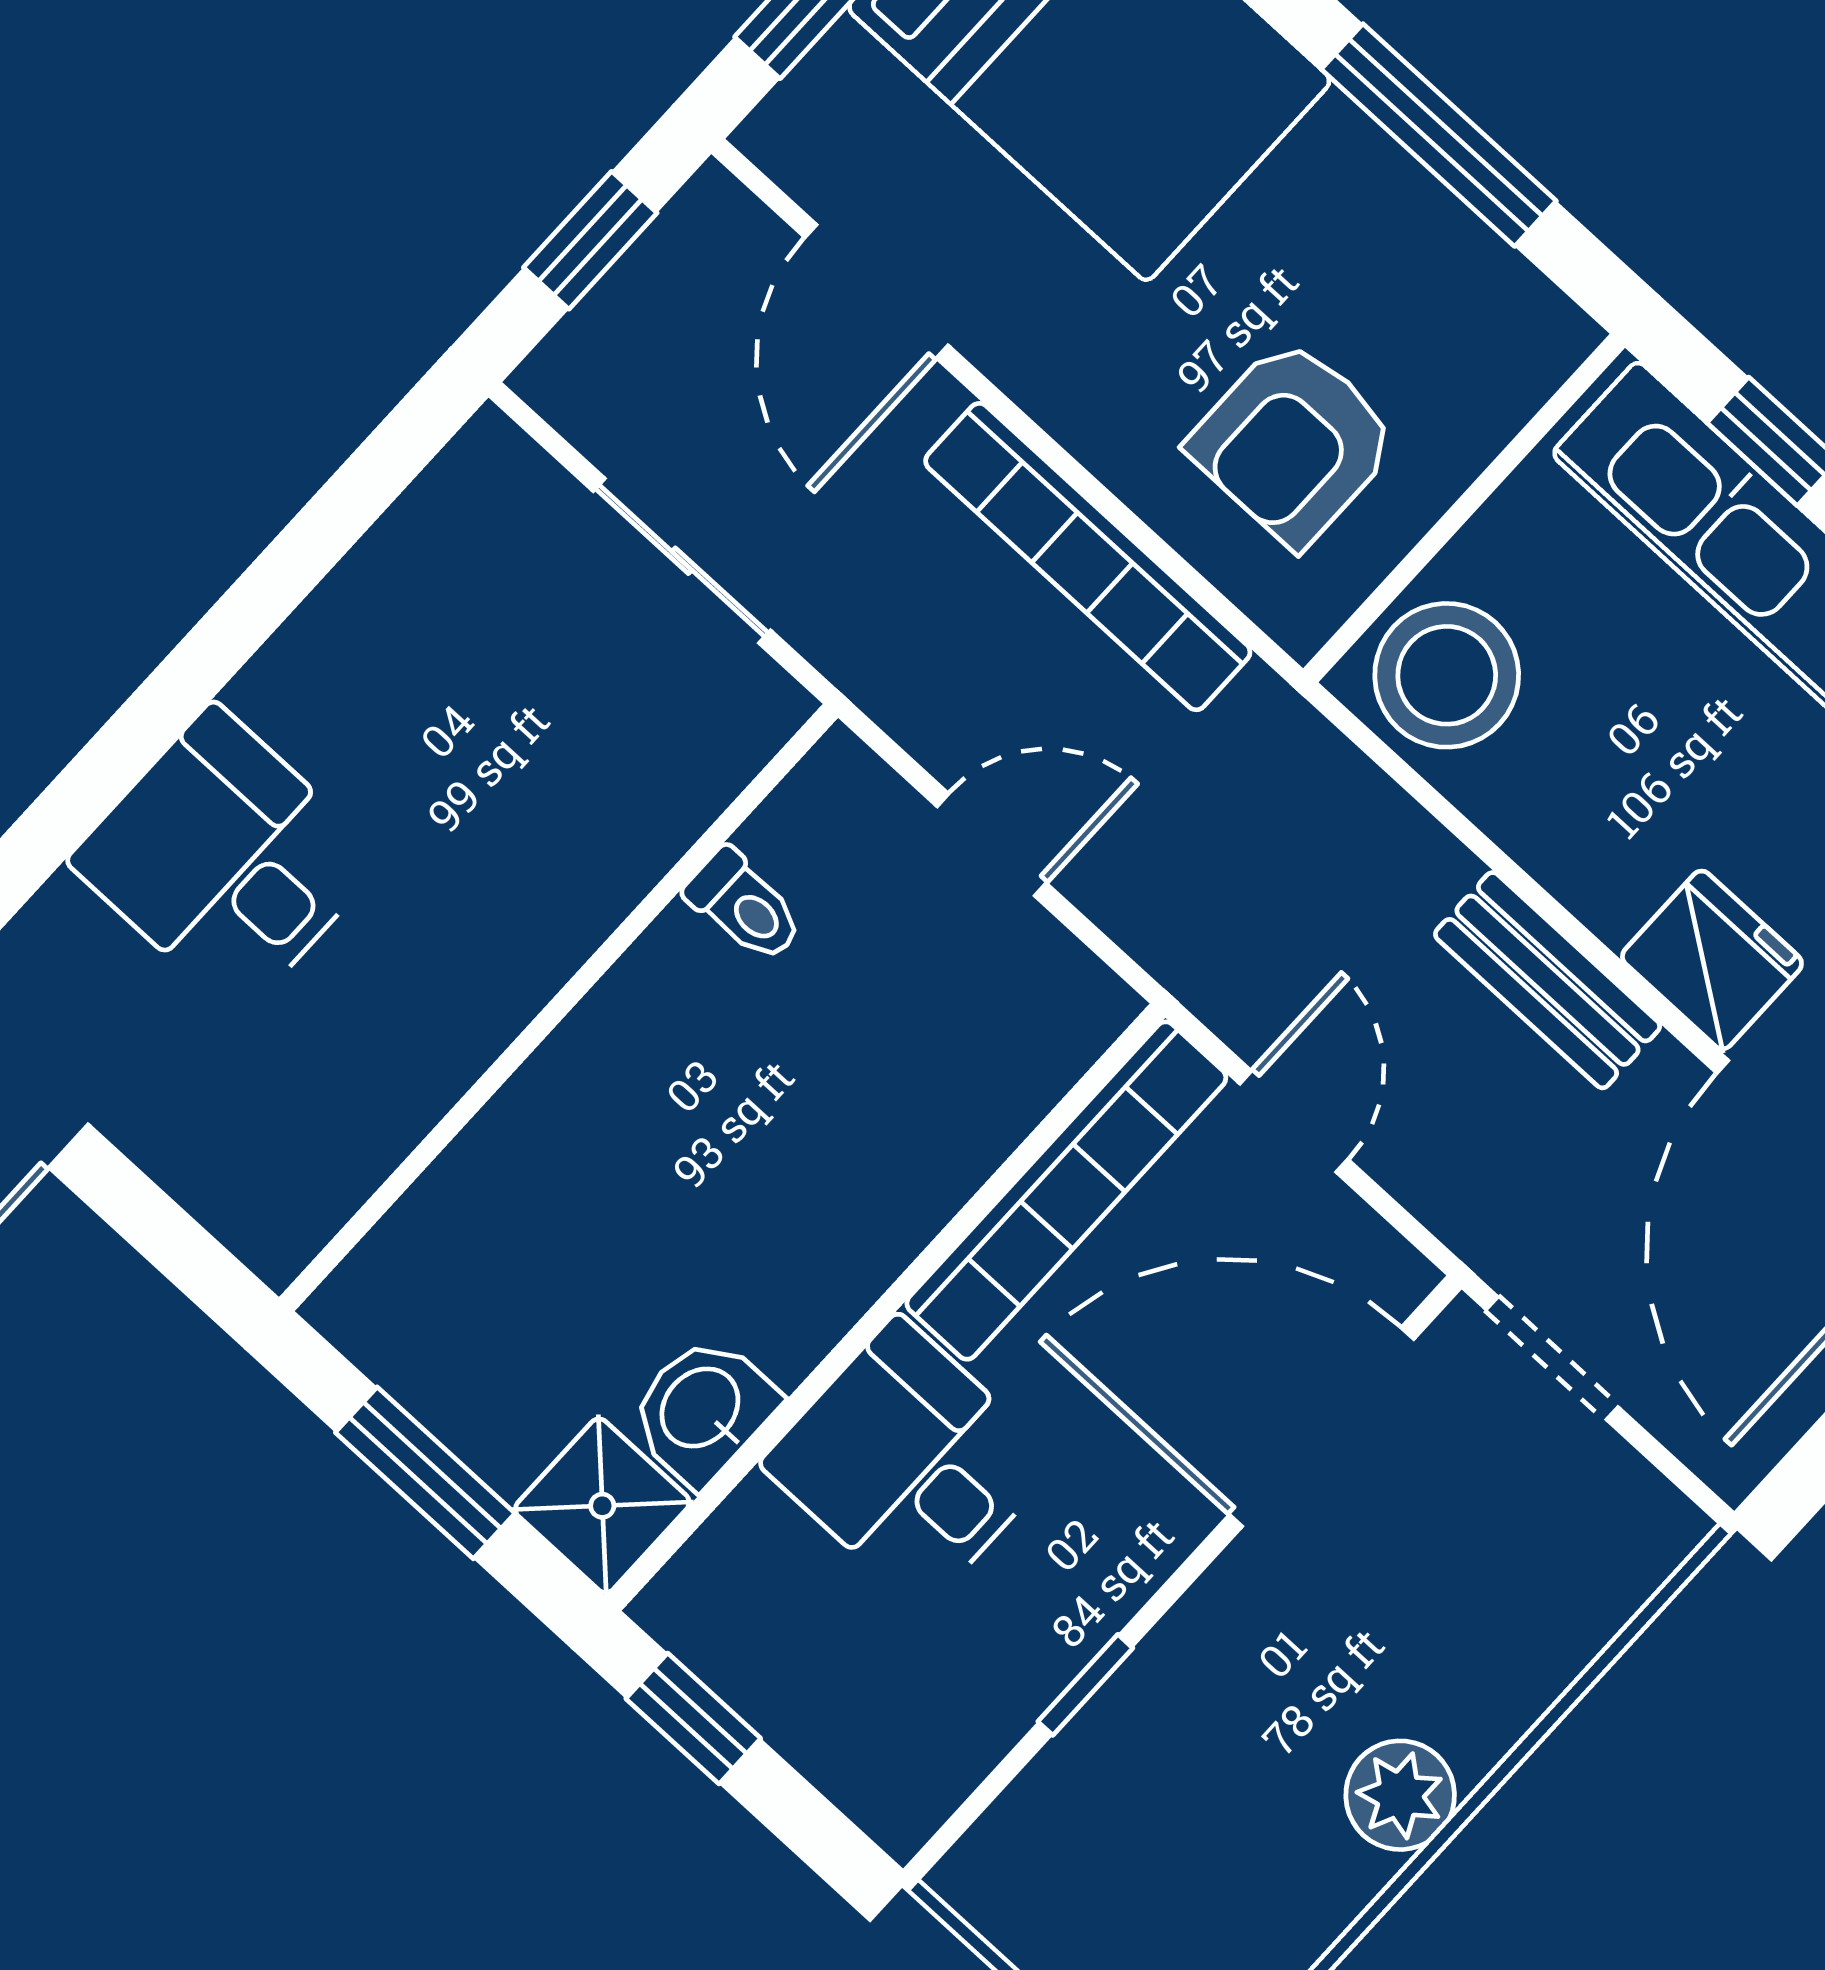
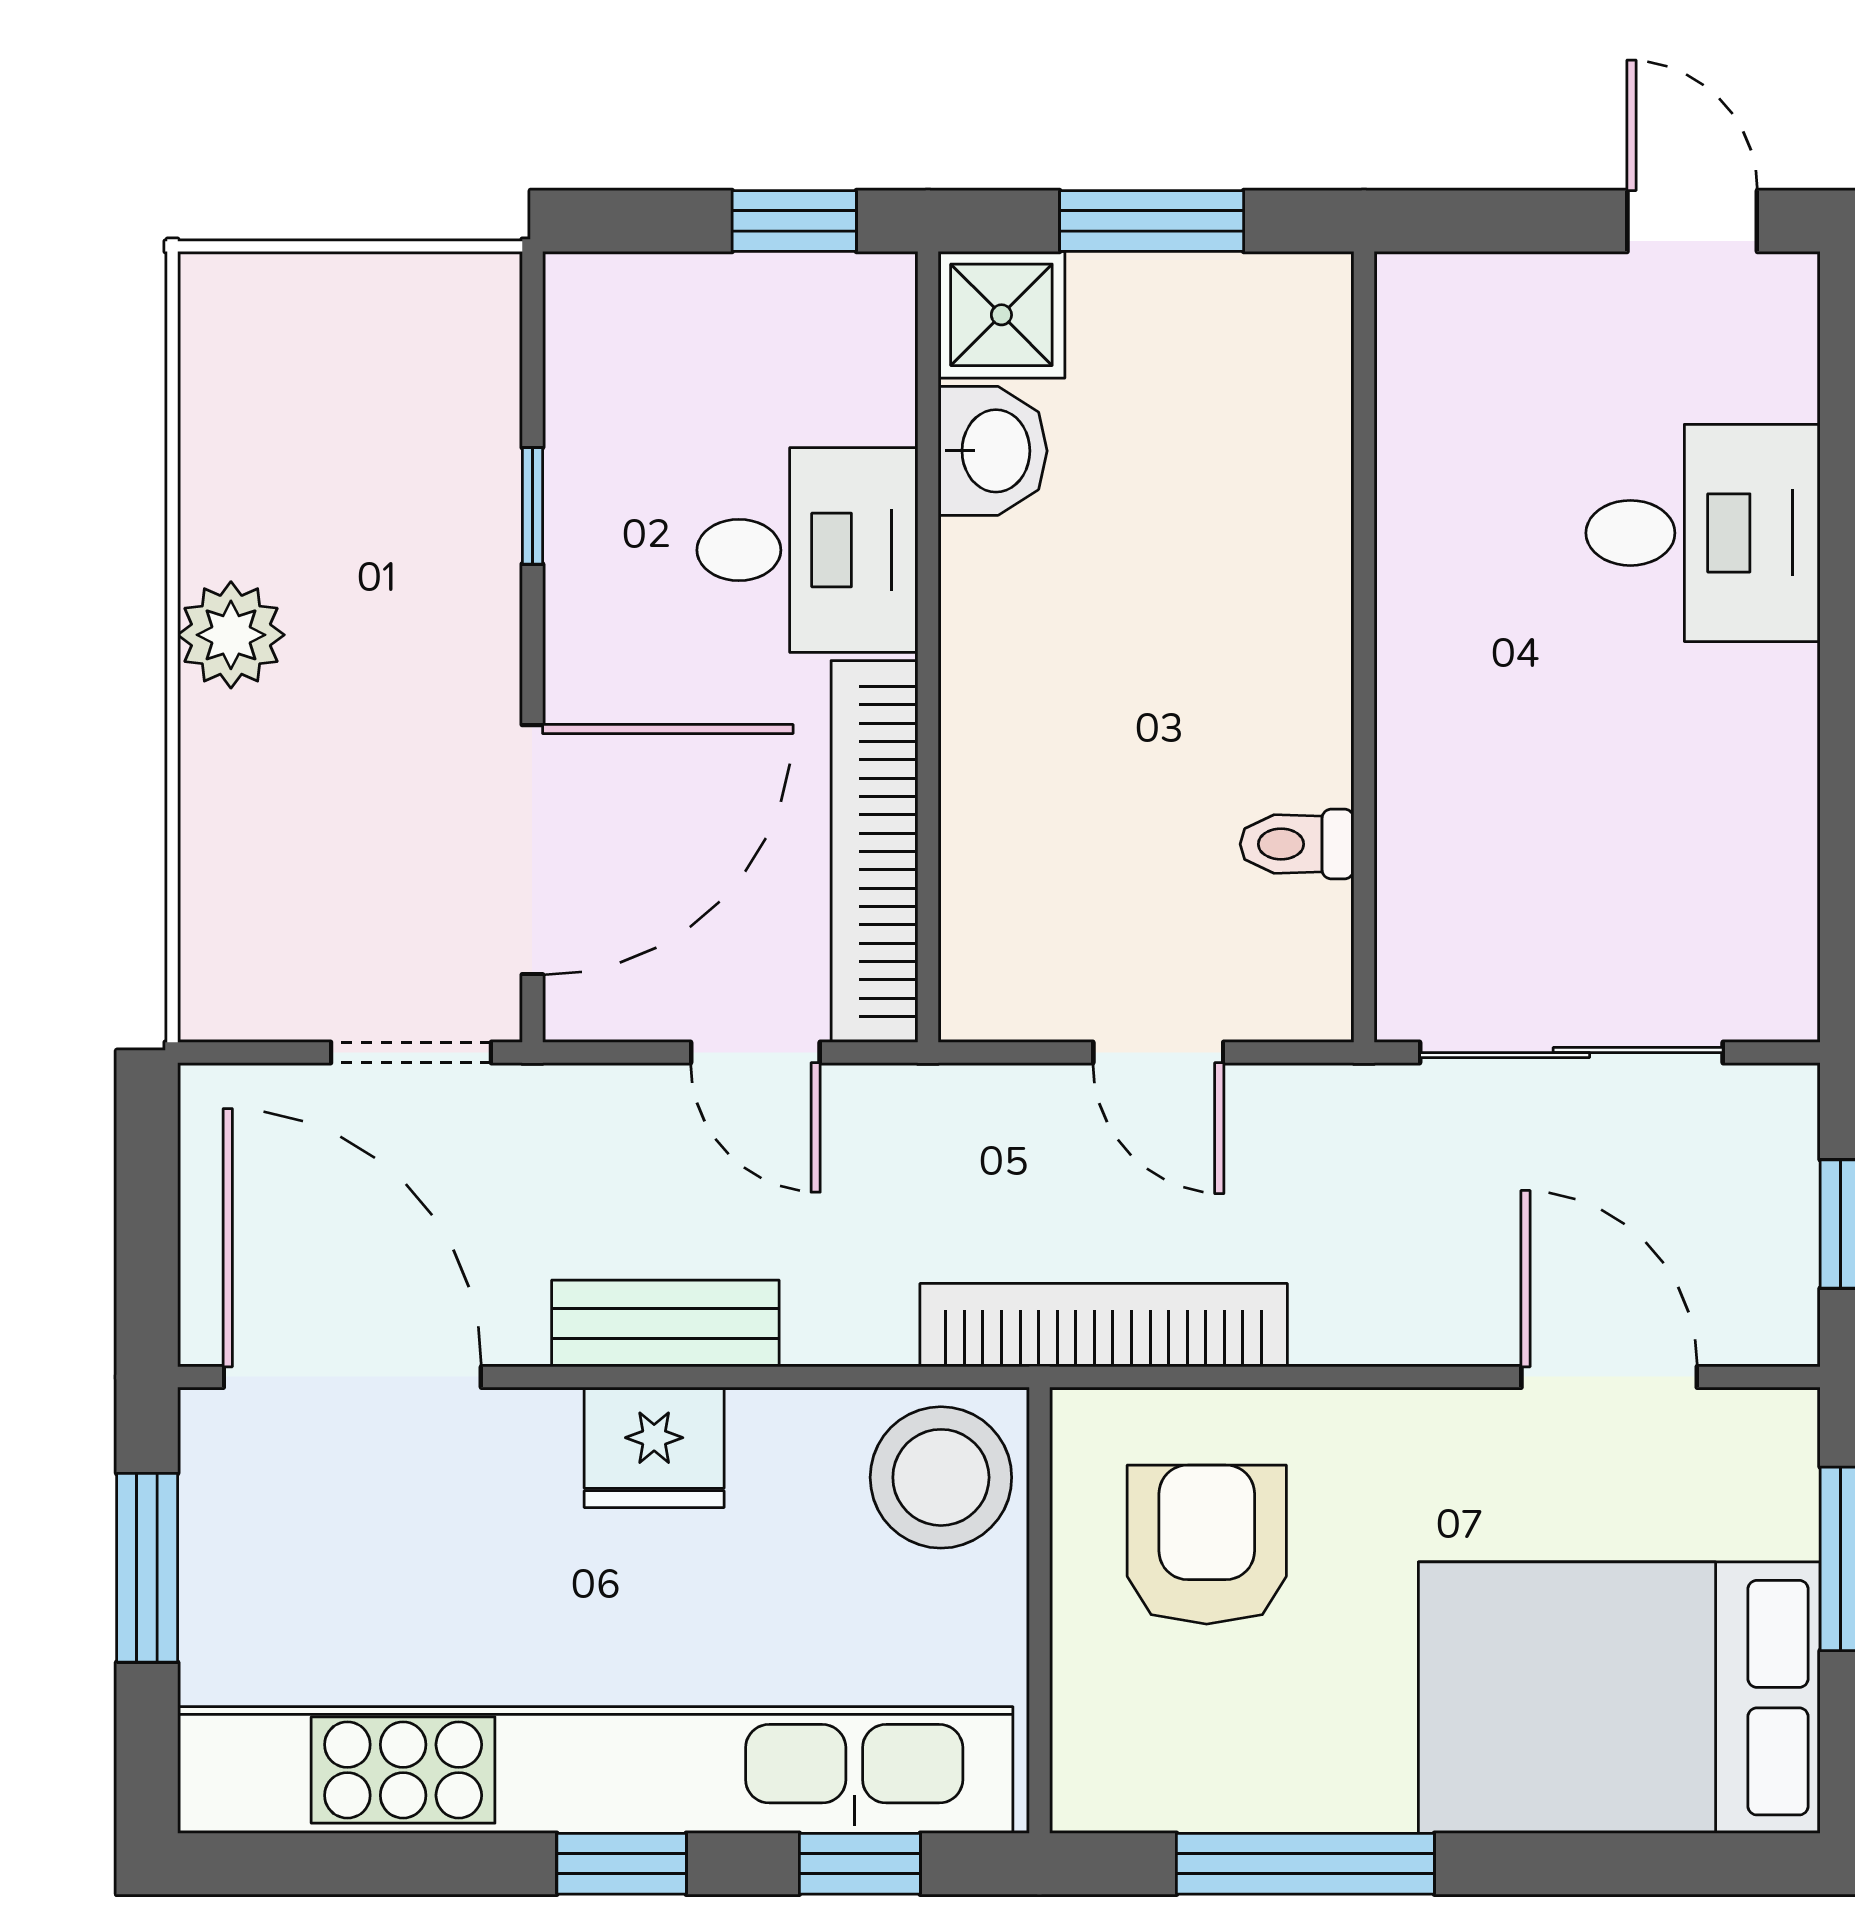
bookcase: (1088, 557) -> (1104, 1325), moved
sliding door: (682, 561) -> (1571, 1053), width x1.37
door: (992, 845) -> (1158, 1053), hinge flipped
fridge: (1712, 960) -> (654, 1447), moved

